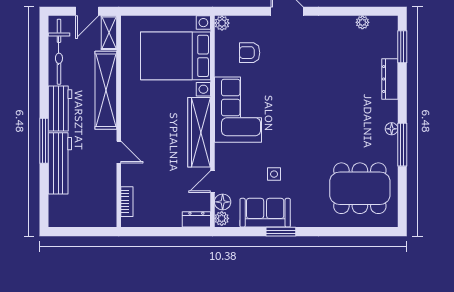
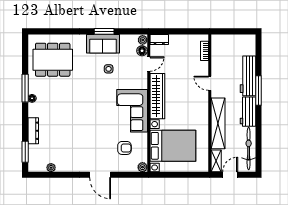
sofa: (265, 213) -> (103, 44), moved

